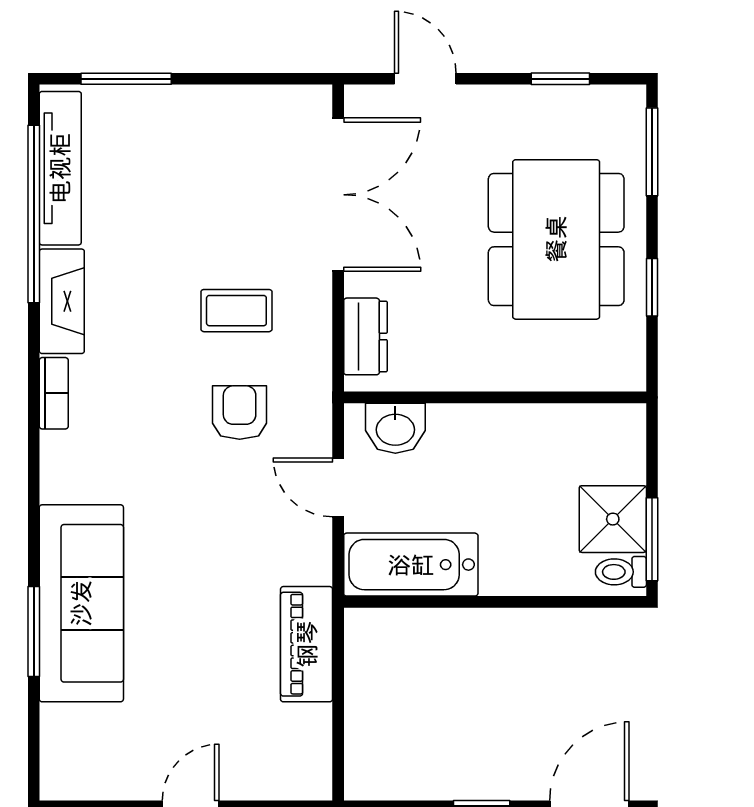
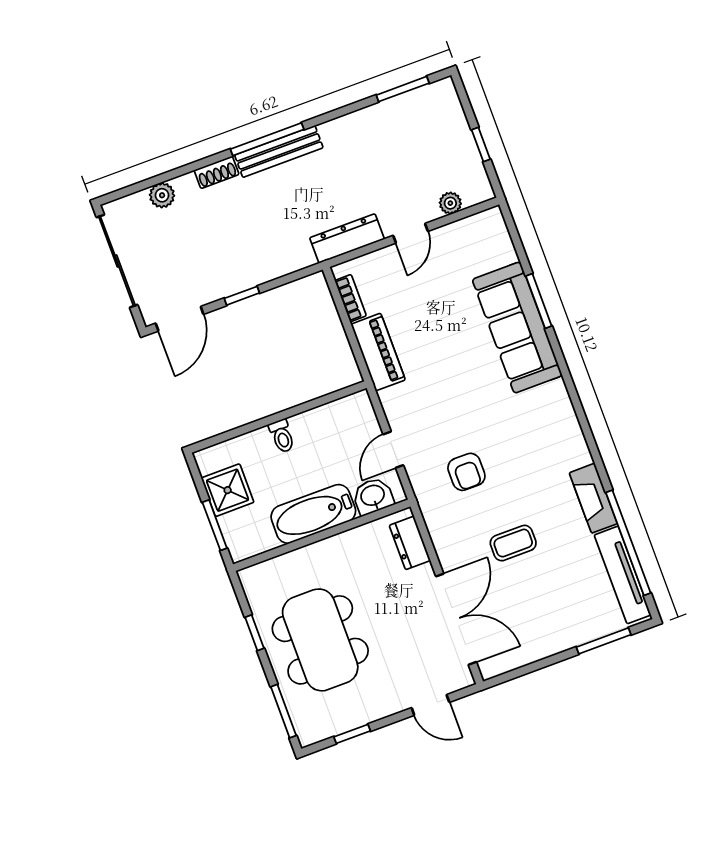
double door: (338, 195) -> (456, 619), swing flipped
coffee table: (236, 311) -> (513, 543), moved
bookcase: (54, 393) -> (351, 298), moved, turned 180
door: (338, 487) -> (393, 450), swing flipped
window: (652, 539) -> (215, 525), moved
bathtub: (411, 565) -> (313, 514), moved, turned 180
toilet: (621, 572) -> (282, 436), moved, turned 90

